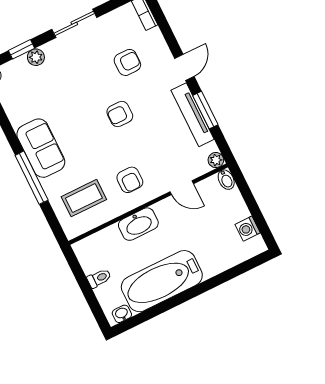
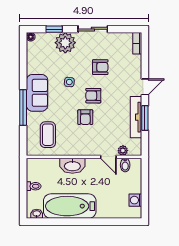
plant: (36, 57) -> (65, 43), width x1.87, depth x1.87
armchair: (127, 62) -> (100, 67), moved
side table: (78, 112) -> (69, 82), added
plant: (216, 160) -> (123, 151), moved
armchair: (130, 180) -> (85, 117), moved
bidet: (226, 180) -> (125, 165), moved
coffee table: (84, 198) -> (48, 135), turned 90

